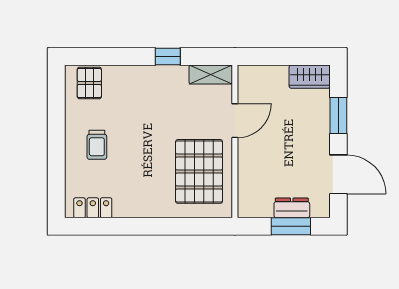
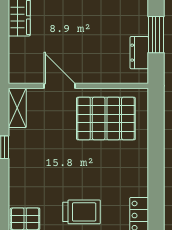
trolley: (97, 145) -> (82, 212), width x1.36, depth x1.39
dresser: (292, 208) -> (139, 53), moved

